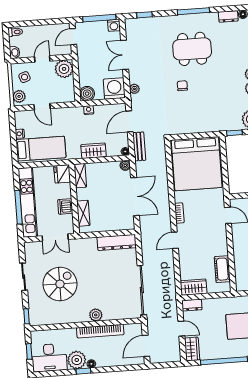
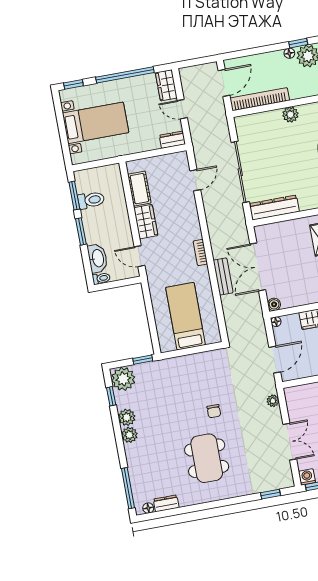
window: (193, 11) -> (210, 505), removed
dining table: (192, 49) -> (207, 458), turned 90
washing machine: (114, 89) -> (298, 398), removed
bench: (139, 146) -> (223, 276), moved
bed: (197, 164) -> (185, 316), width x0.49
door: (175, 240) -> (195, 180), moved
wardrobe: (194, 287) -> (146, 222), moved, turned -90
sliding door: (142, 290) -> (240, 172), moved
bookcase: (100, 331) -> (260, 99), moved

